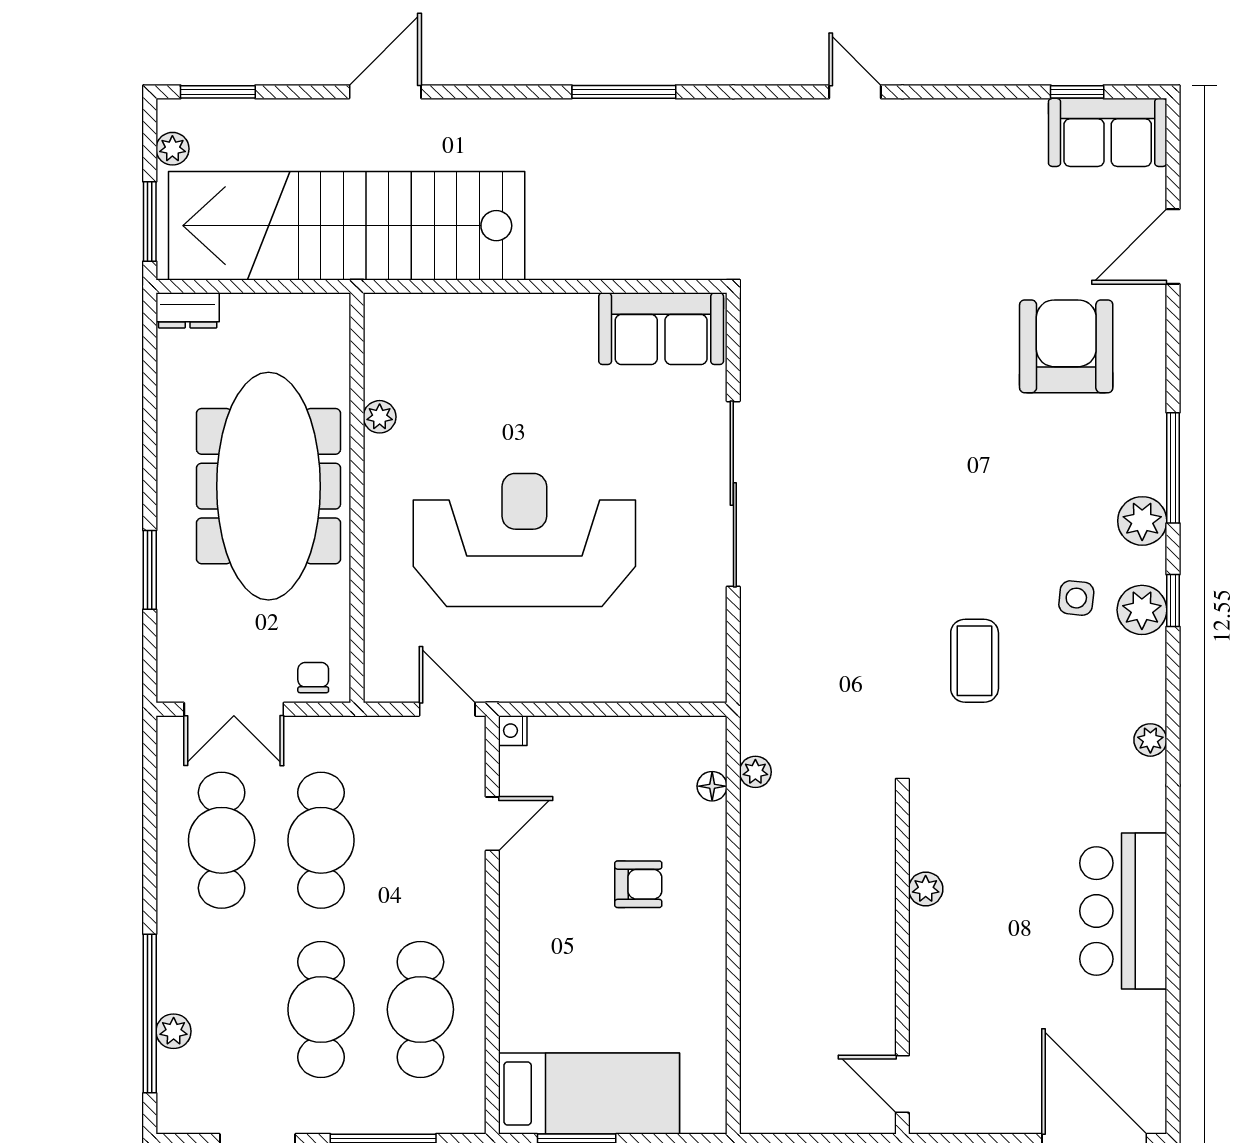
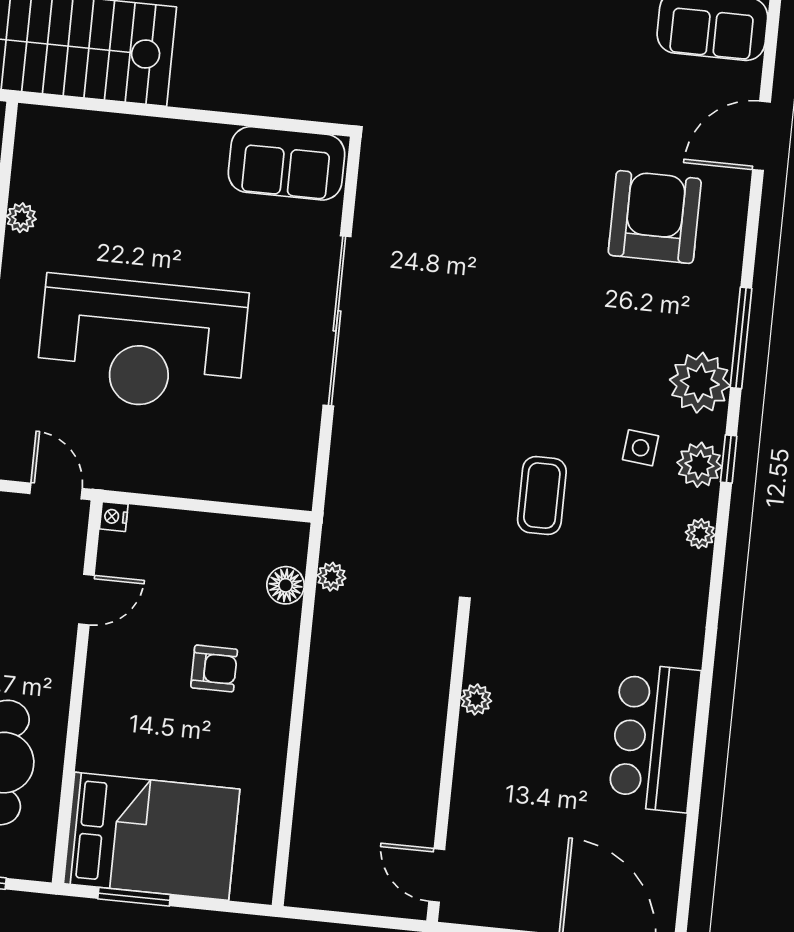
plant: (1142, 521) -> (700, 383), width x1.36, depth x1.36
reception desk: (524, 540) -> (142, 344), turned 180
plant: (1150, 740) -> (700, 534), moved
floor lamp: (712, 786) -> (286, 585), width x1.37, depth x1.37
bed: (589, 1094) -> (152, 836), width x1.50

